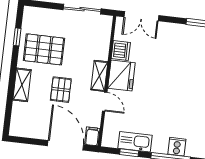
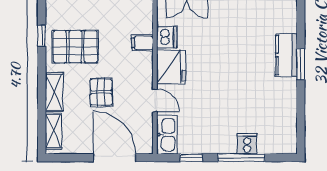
shelving: (99, 76) -> (54, 131), moved
filing cabinet: (92, 136) -> (142, 43), moved, turned -90
kitchen sink: (135, 142) -> (167, 135), moved, turned 90

